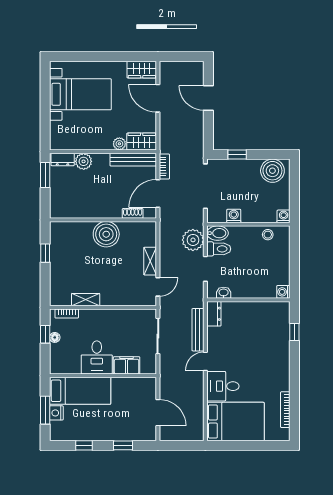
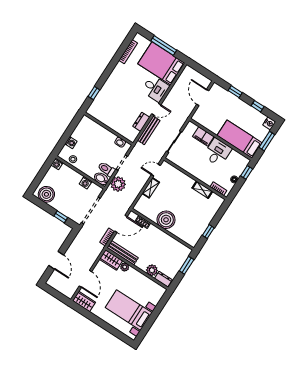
window: (45, 175) -> (187, 265), moved
washing machine: (283, 292) -> (71, 143), moved
dresser: (214, 314) -> (141, 122), moved
window: (45, 334) -> (247, 172), moved
nightstand: (56, 413) -> (269, 123), moved
window: (247, 445) -> (164, 45), added

